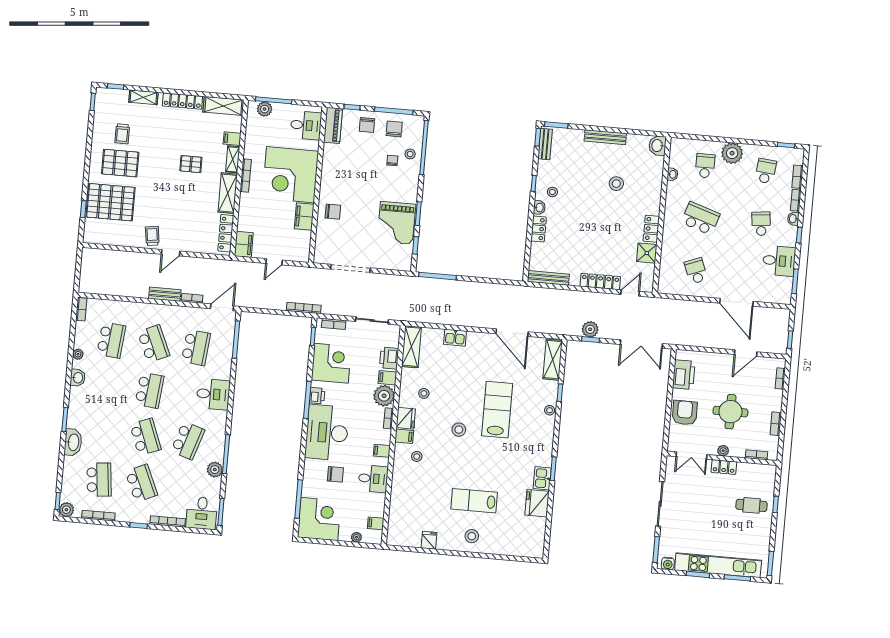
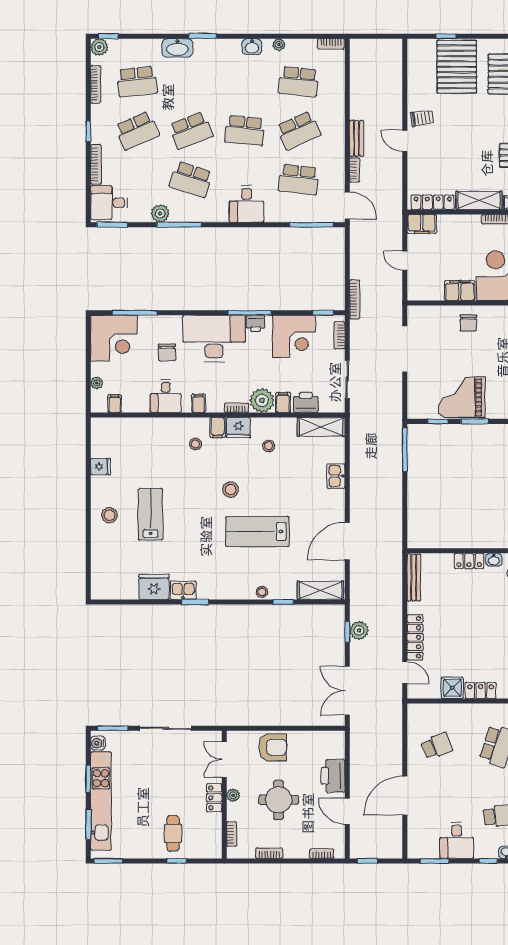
printer: (684, 375) -> (333, 776), moved, turned 90
lab bench: (497, 410) -> (257, 532), turned 180

